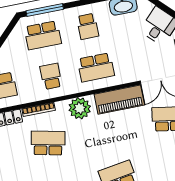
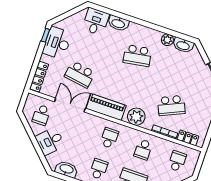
school desk: (96, 67) -> (109, 138), width x0.54
school desk: (48, 143) -> (171, 106), turned -36

